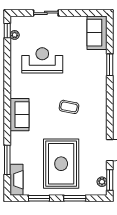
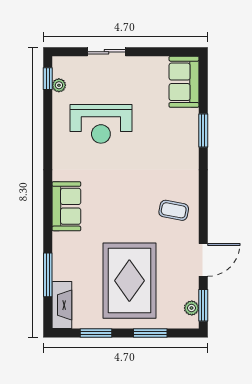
reception desk: (42, 60) -> (101, 124), turned 180
coffee table: (69, 107) -> (174, 210), moved

